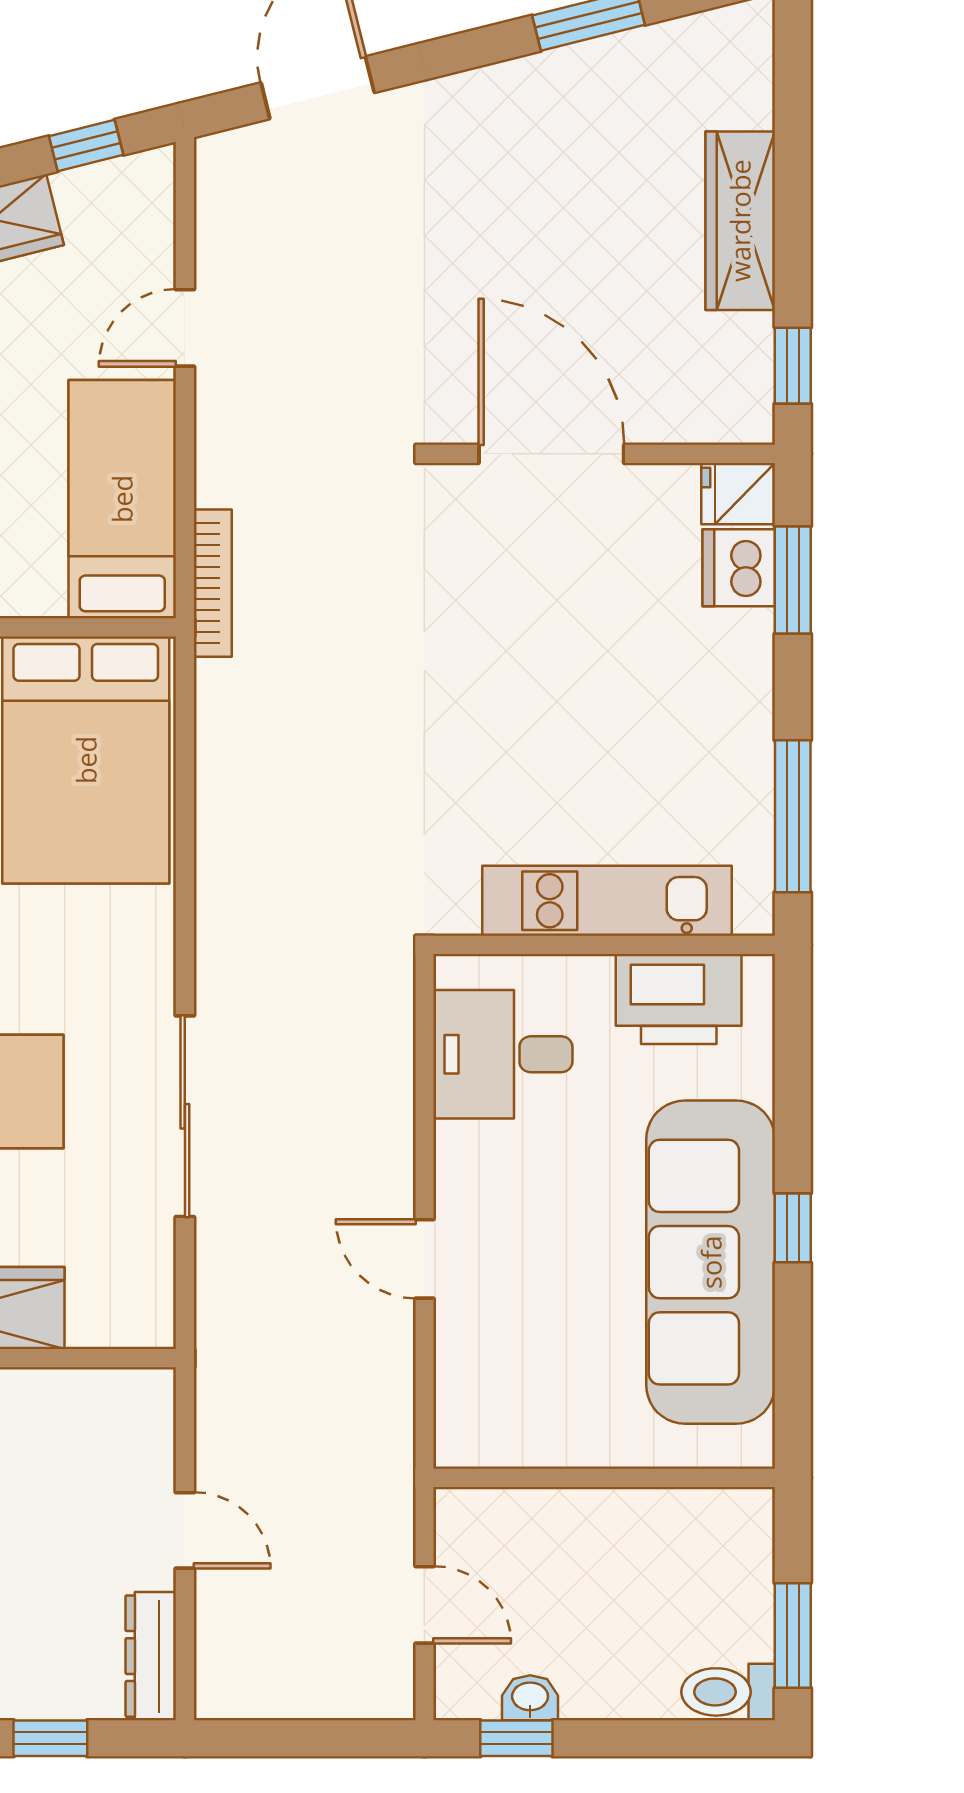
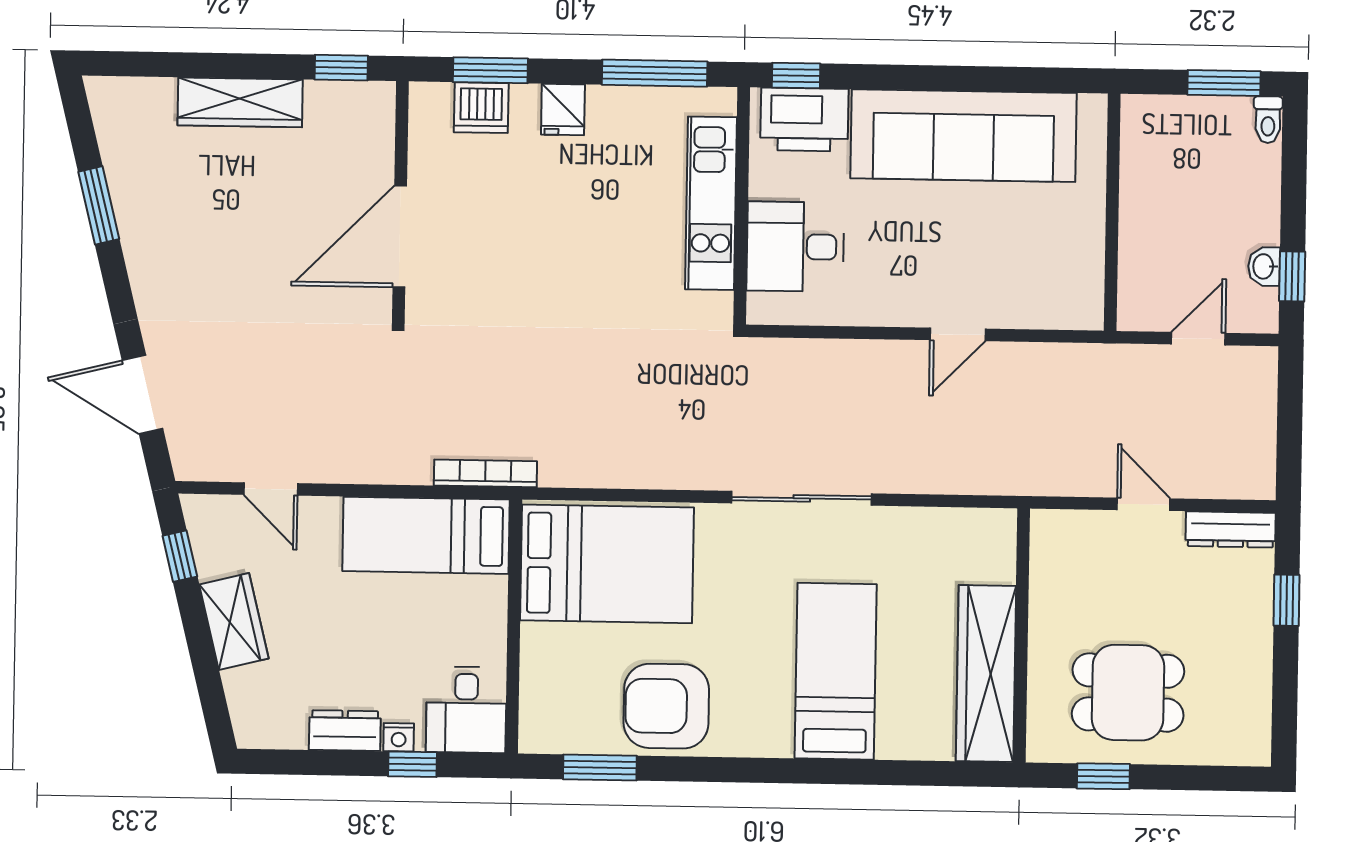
door: (185, 328) -> (271, 489), moved
fridge: (738, 494) -> (563, 110), moved
printer: (679, 999) -> (804, 120), moved, turned 90
desk: (503, 1054) -> (795, 247), moved, turned 90
sliding door: (185, 1116) -> (802, 498), moved
window: (793, 1228) -> (796, 76), moved
door: (185, 1530) -> (1144, 504), hinge flipped
toilet: (728, 1692) -> (1268, 120), width x0.73, depth x0.72

